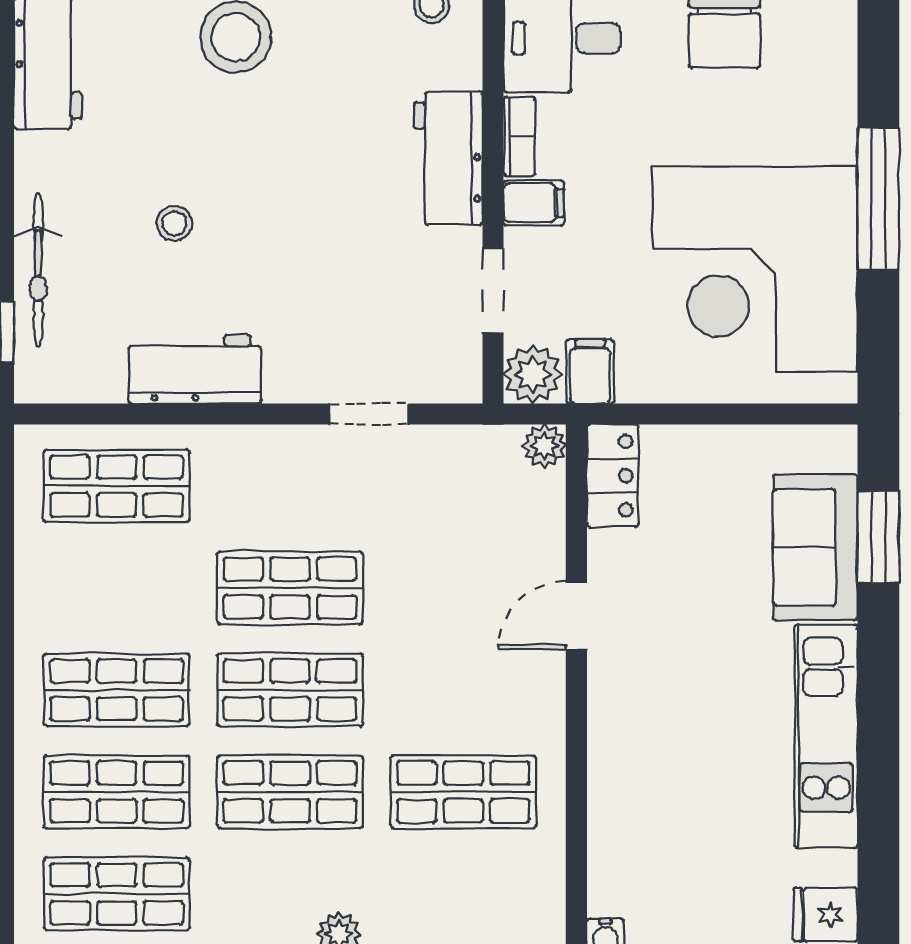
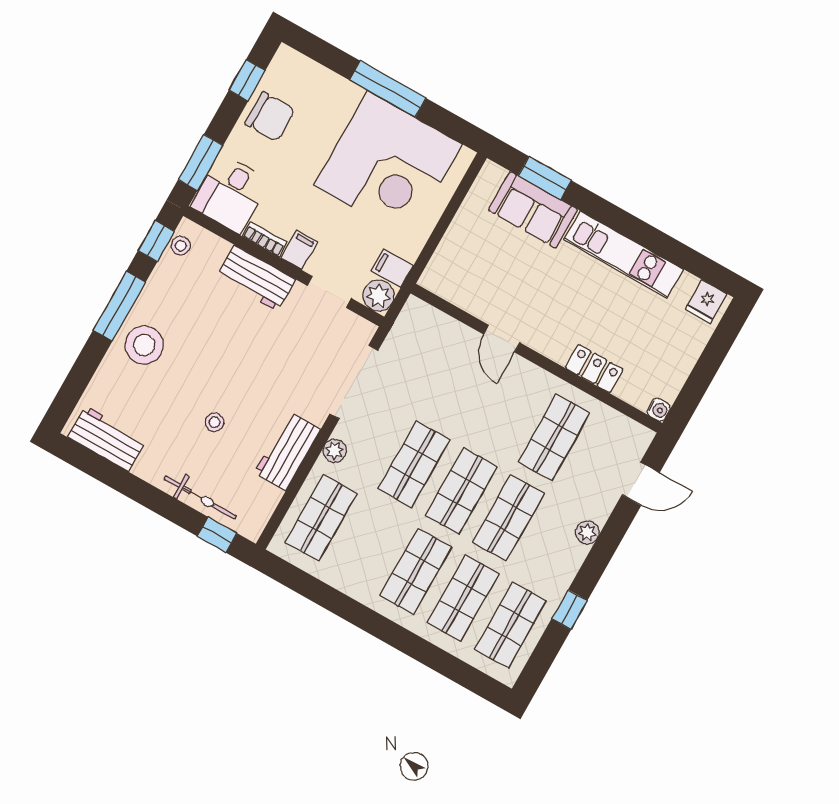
doorway: (369, 414) -> (354, 382), width x1.88
plant: (544, 446) -> (335, 451), moved
locker: (613, 476) -> (594, 369), moved

